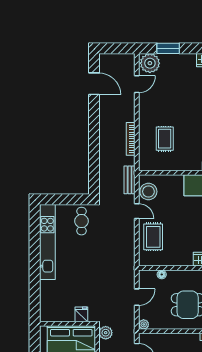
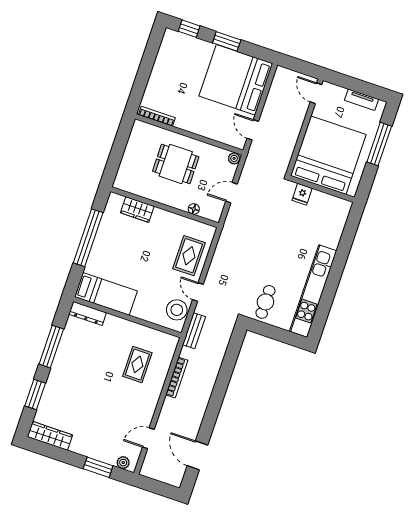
plant: (150, 63) -> (123, 463), width x0.53, depth x0.53
plant: (106, 333) -> (281, 164), removed

